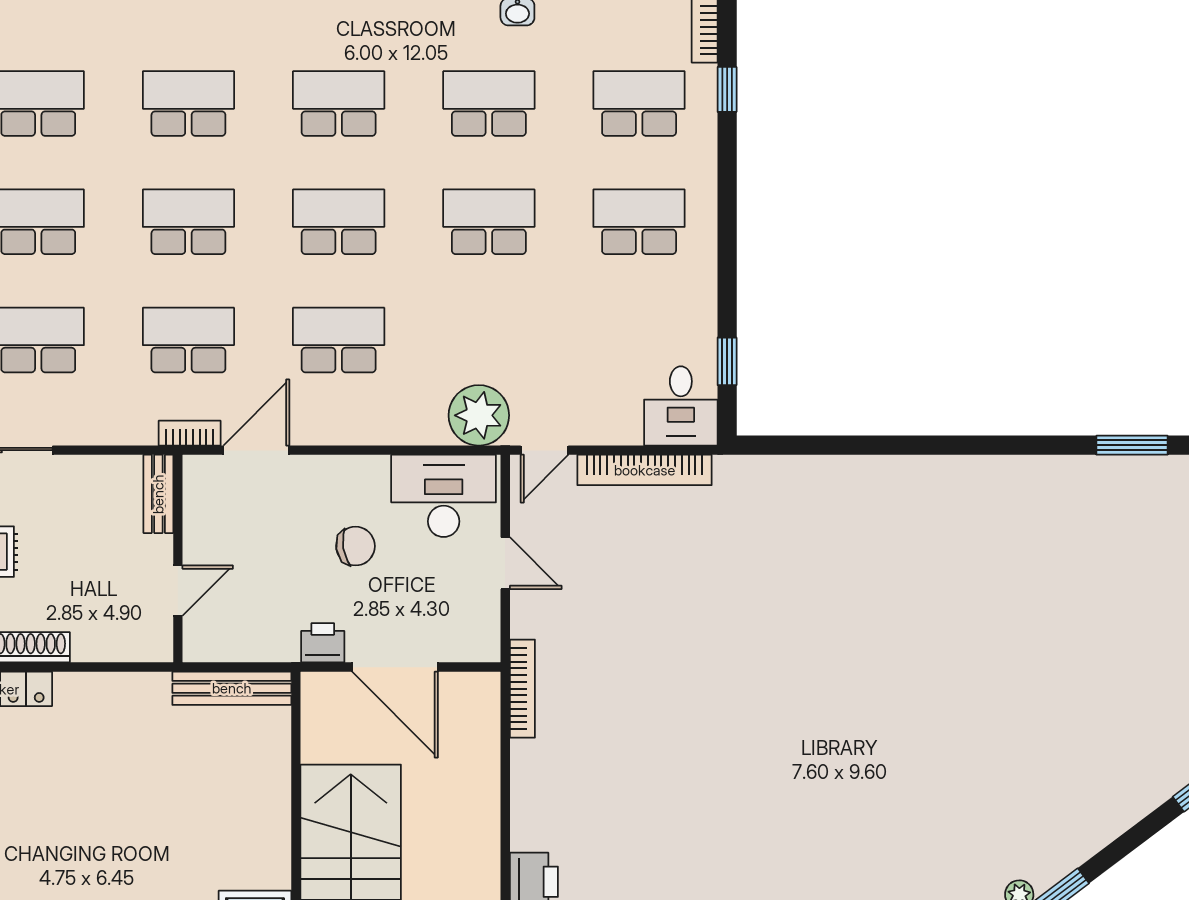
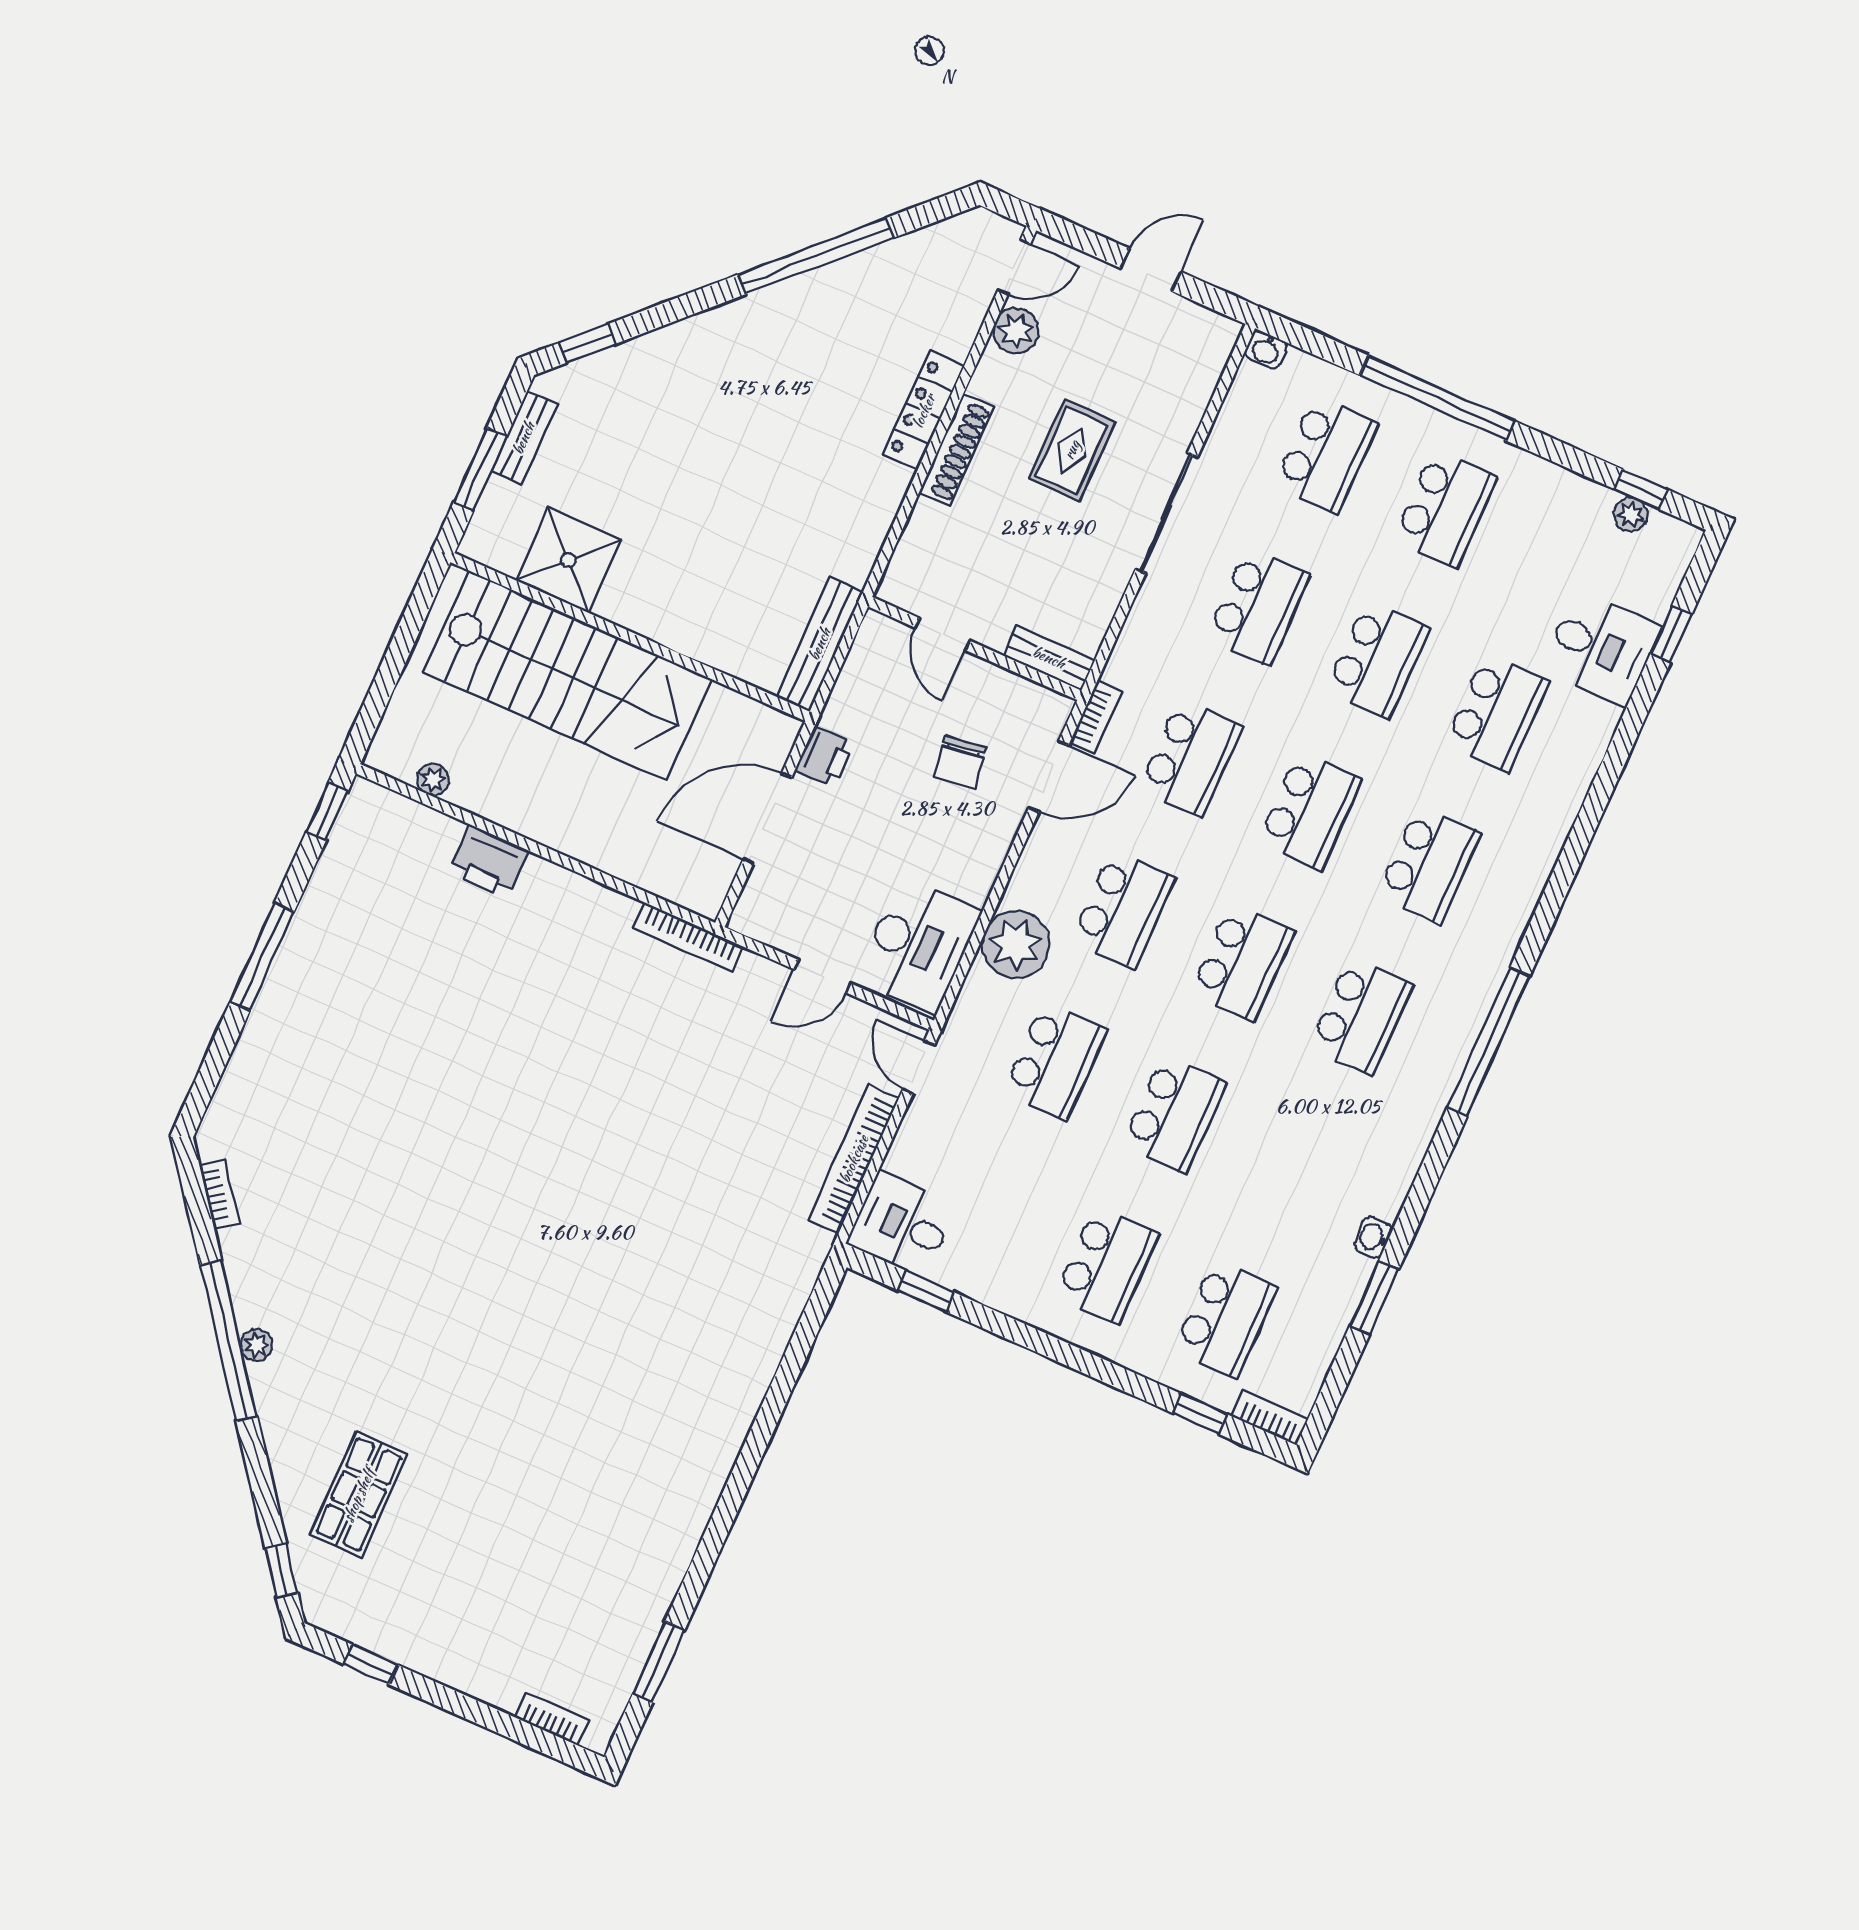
school desk: (489, 104) -> (1055, 1061), moved
plant: (479, 415) -> (1016, 944), moved
door: (256, 450) -> (1049, 777), hinge flipped
chair: (355, 546) -> (960, 762), moved
shop shelf: (1105, 755) -> (359, 1495), added

